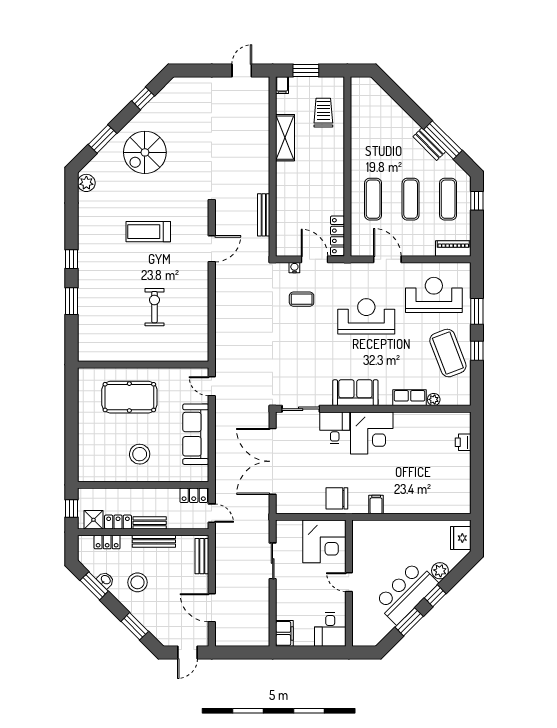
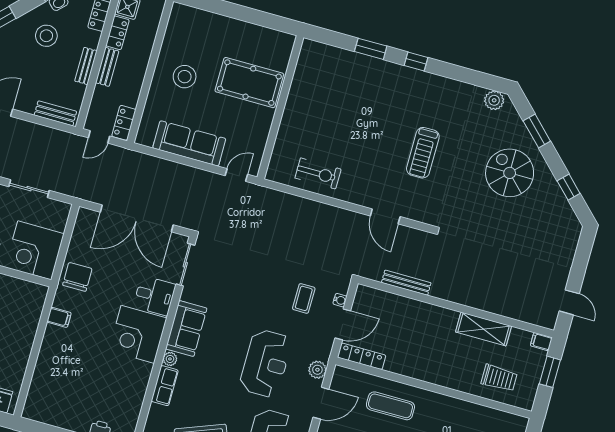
treadmill: (148, 232) -> (423, 153), turned 180
plant: (359, 270) -> (317, 370), added
exercise bike: (154, 307) -> (318, 173), moved
pool table: (129, 397) -> (249, 83), turned 90
plant: (434, 399) -> (170, 359), moved
double door: (273, 461) -> (137, 218), swing flipped
bench: (154, 541) -> (86, 66), width x0.73

